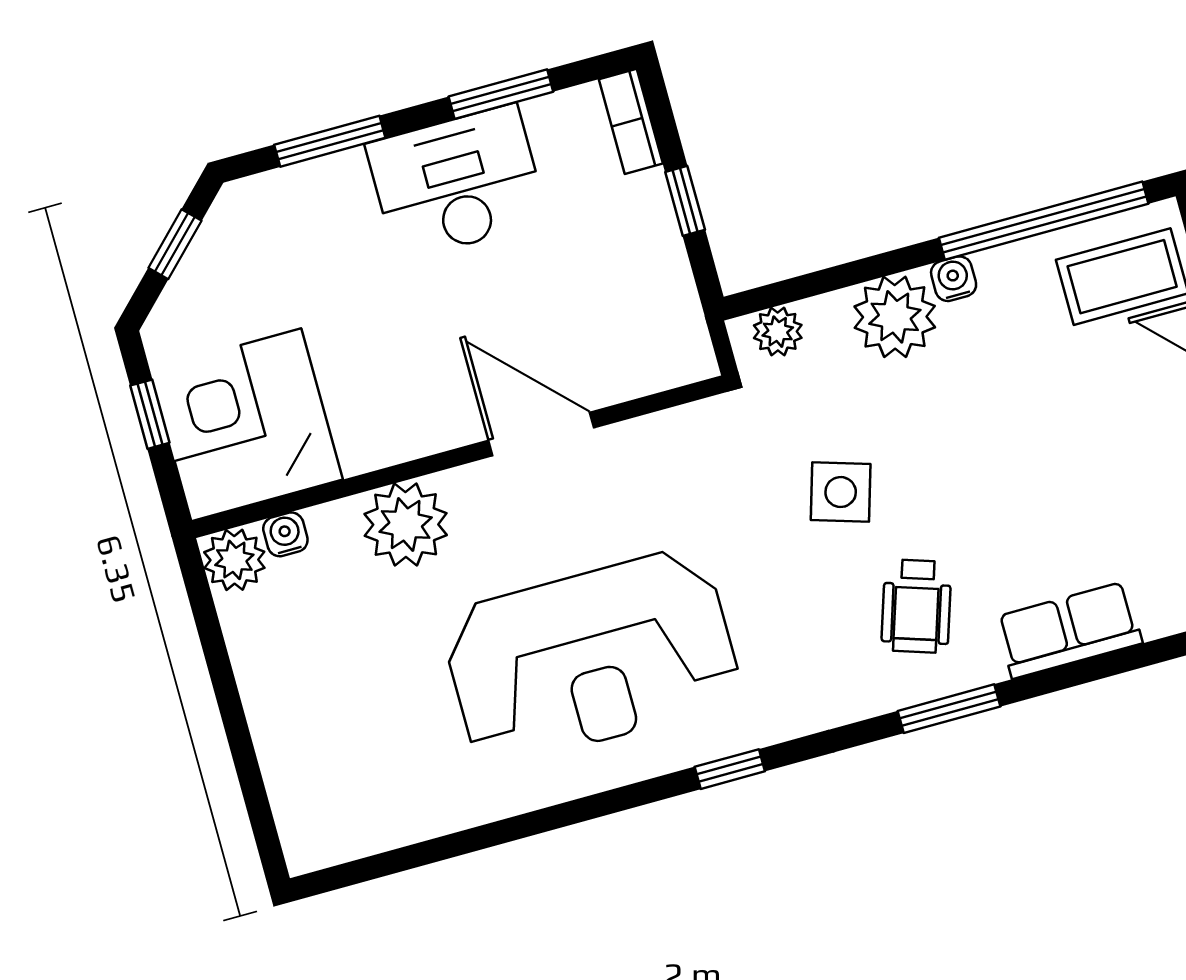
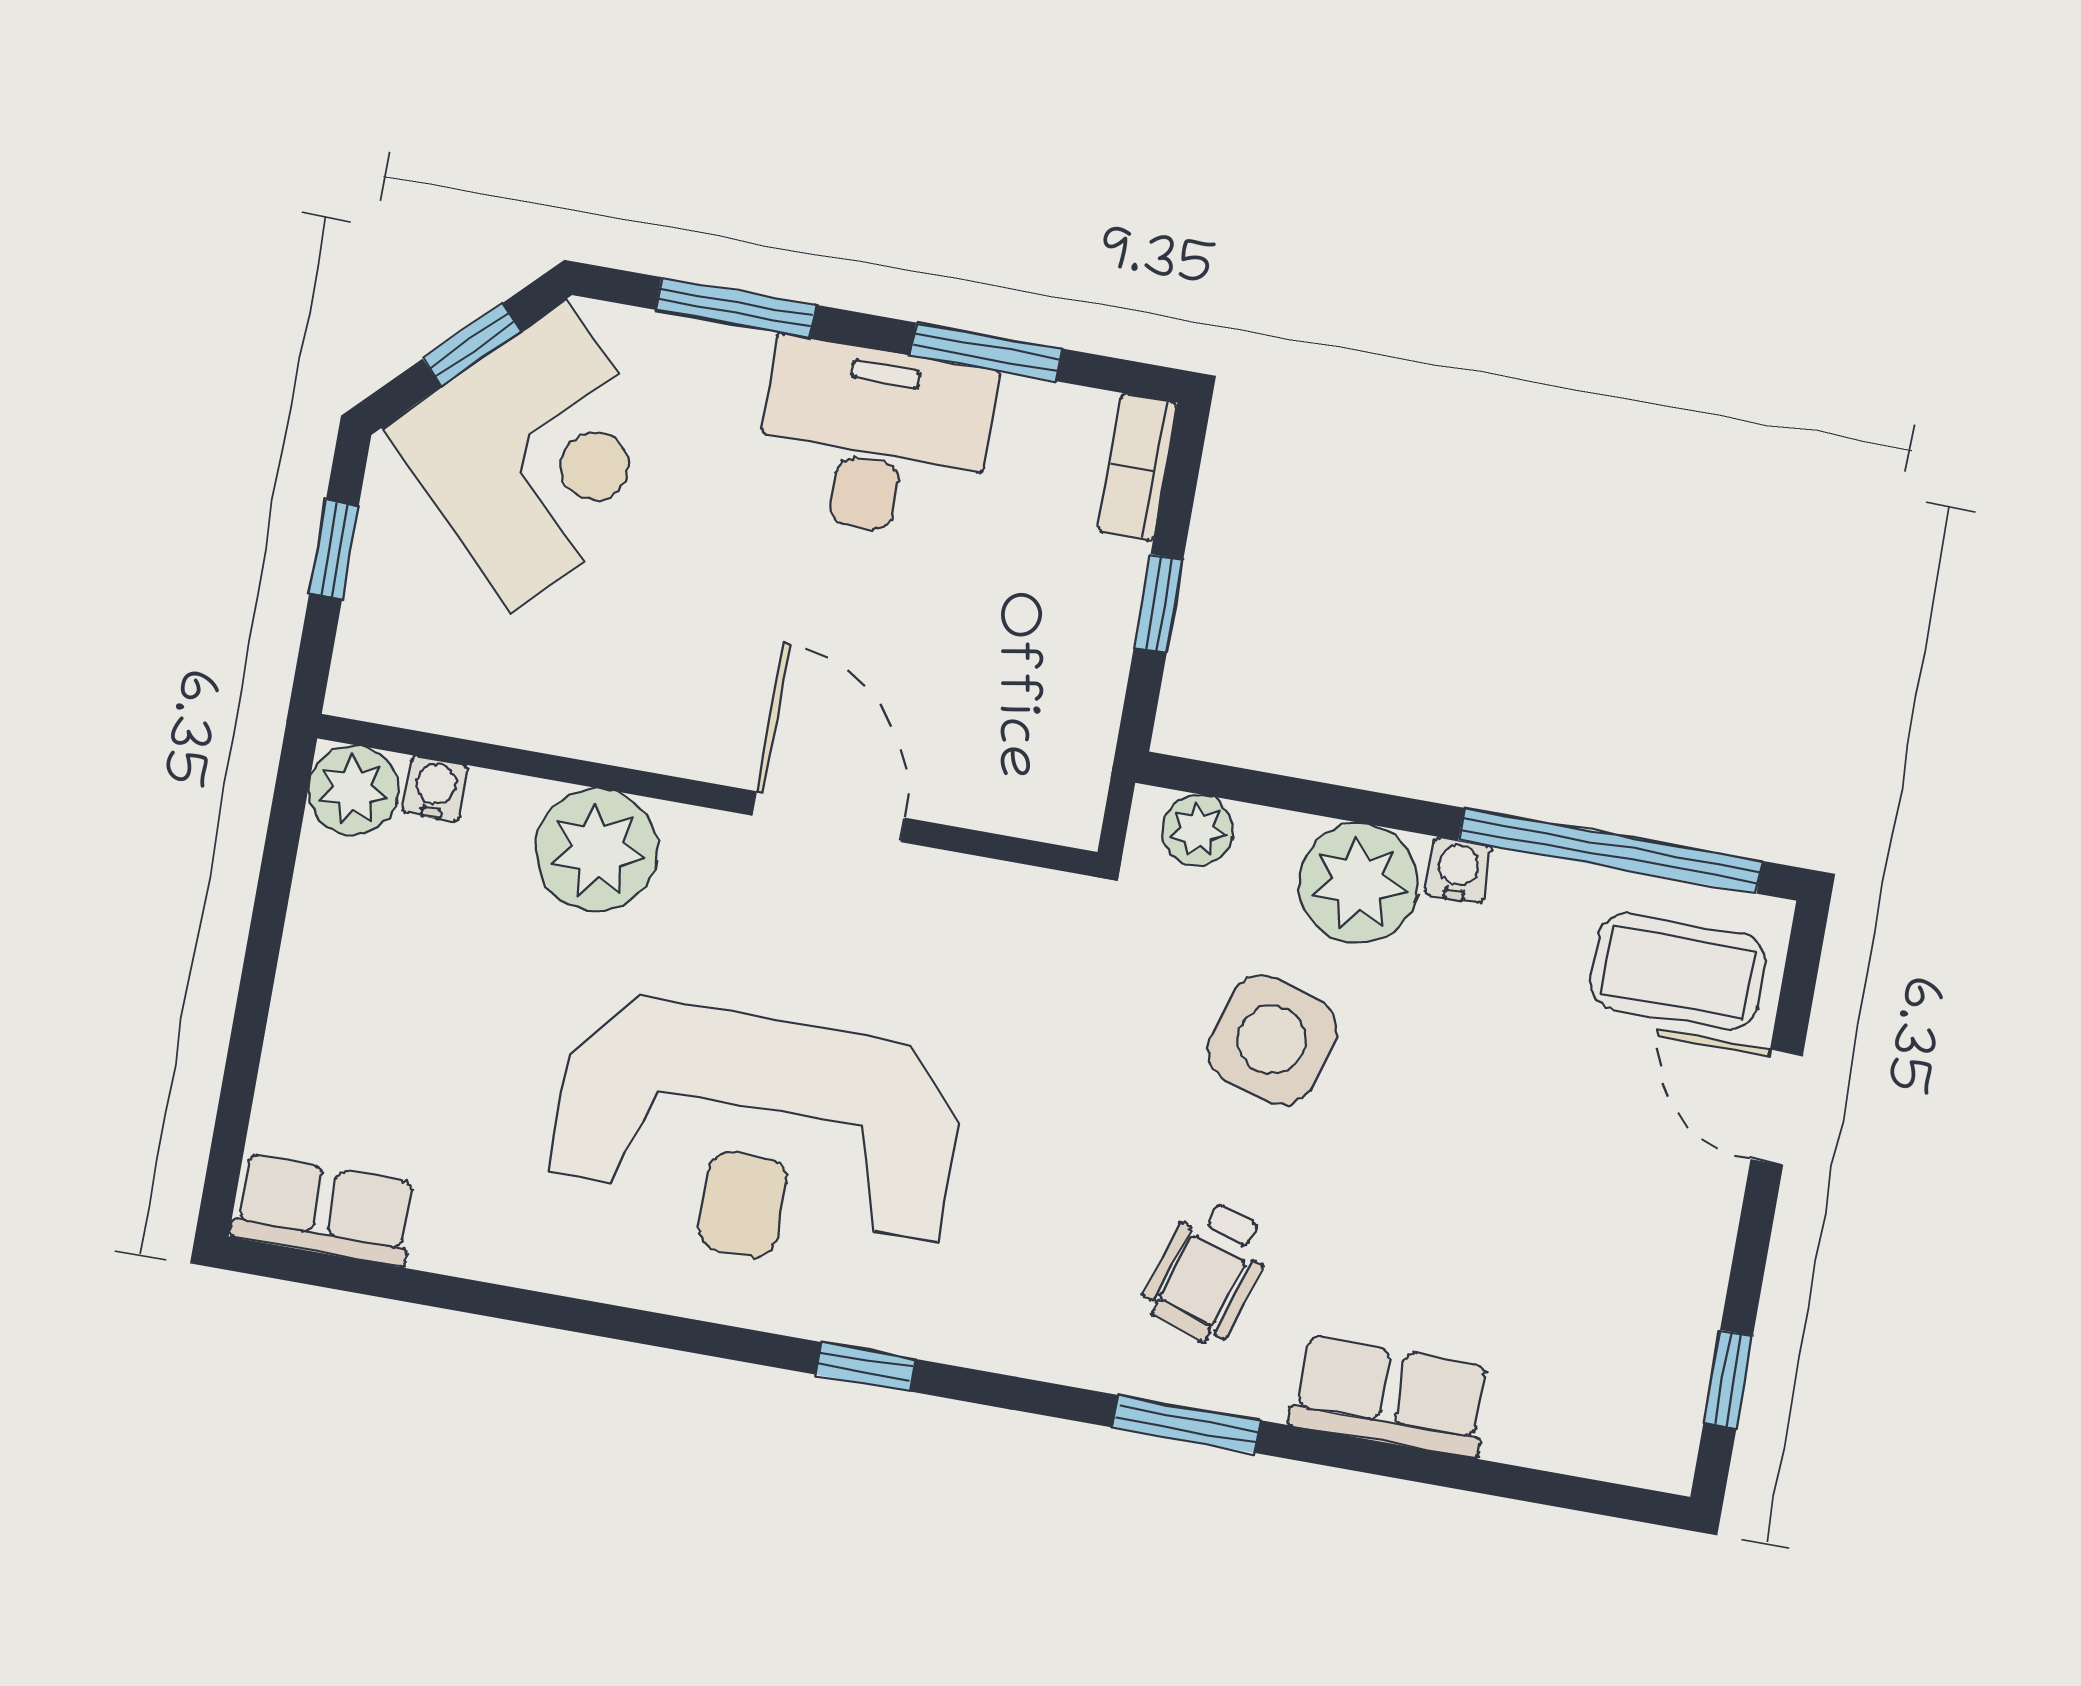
corner desk: (246, 425) -> (538, 456), moved, turned 135
side table: (841, 492) -> (1272, 1040), moved, width x1.37, depth x1.37
row of seats: (342, 833) -> (324, 1210), added

